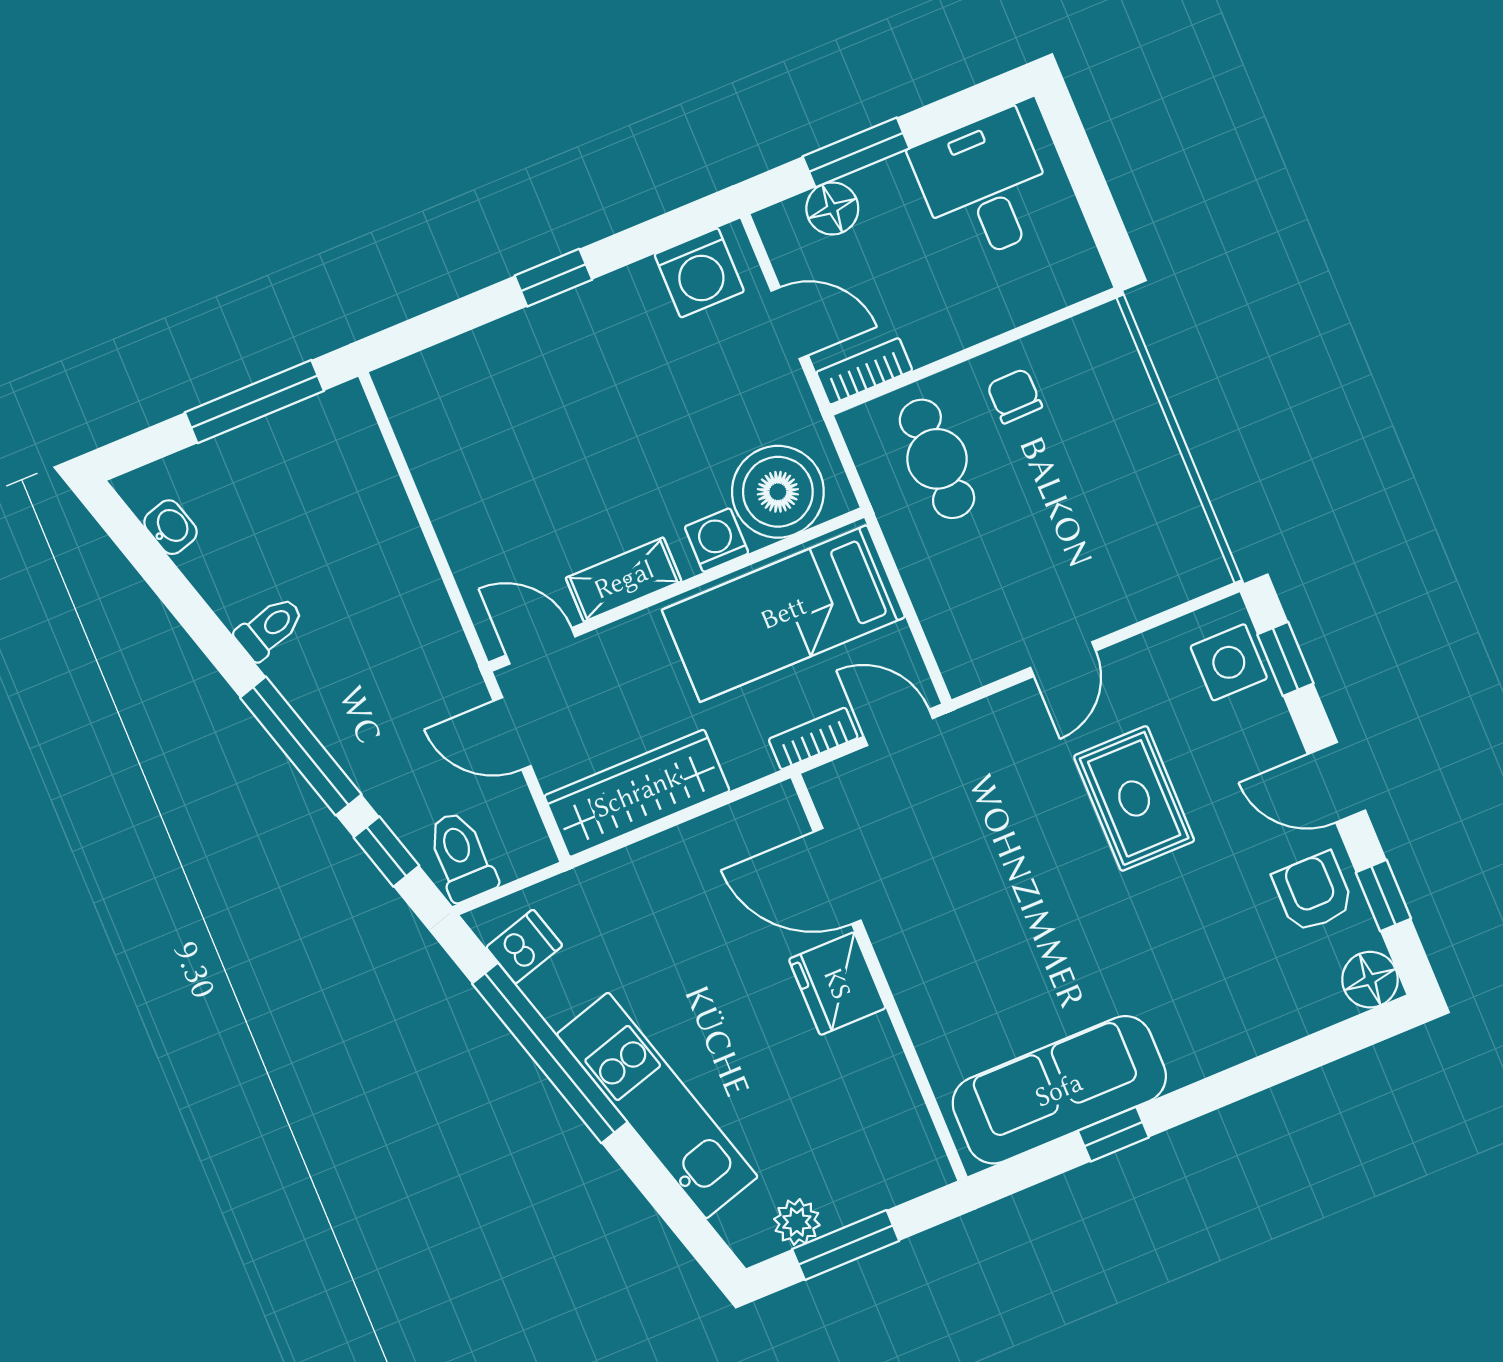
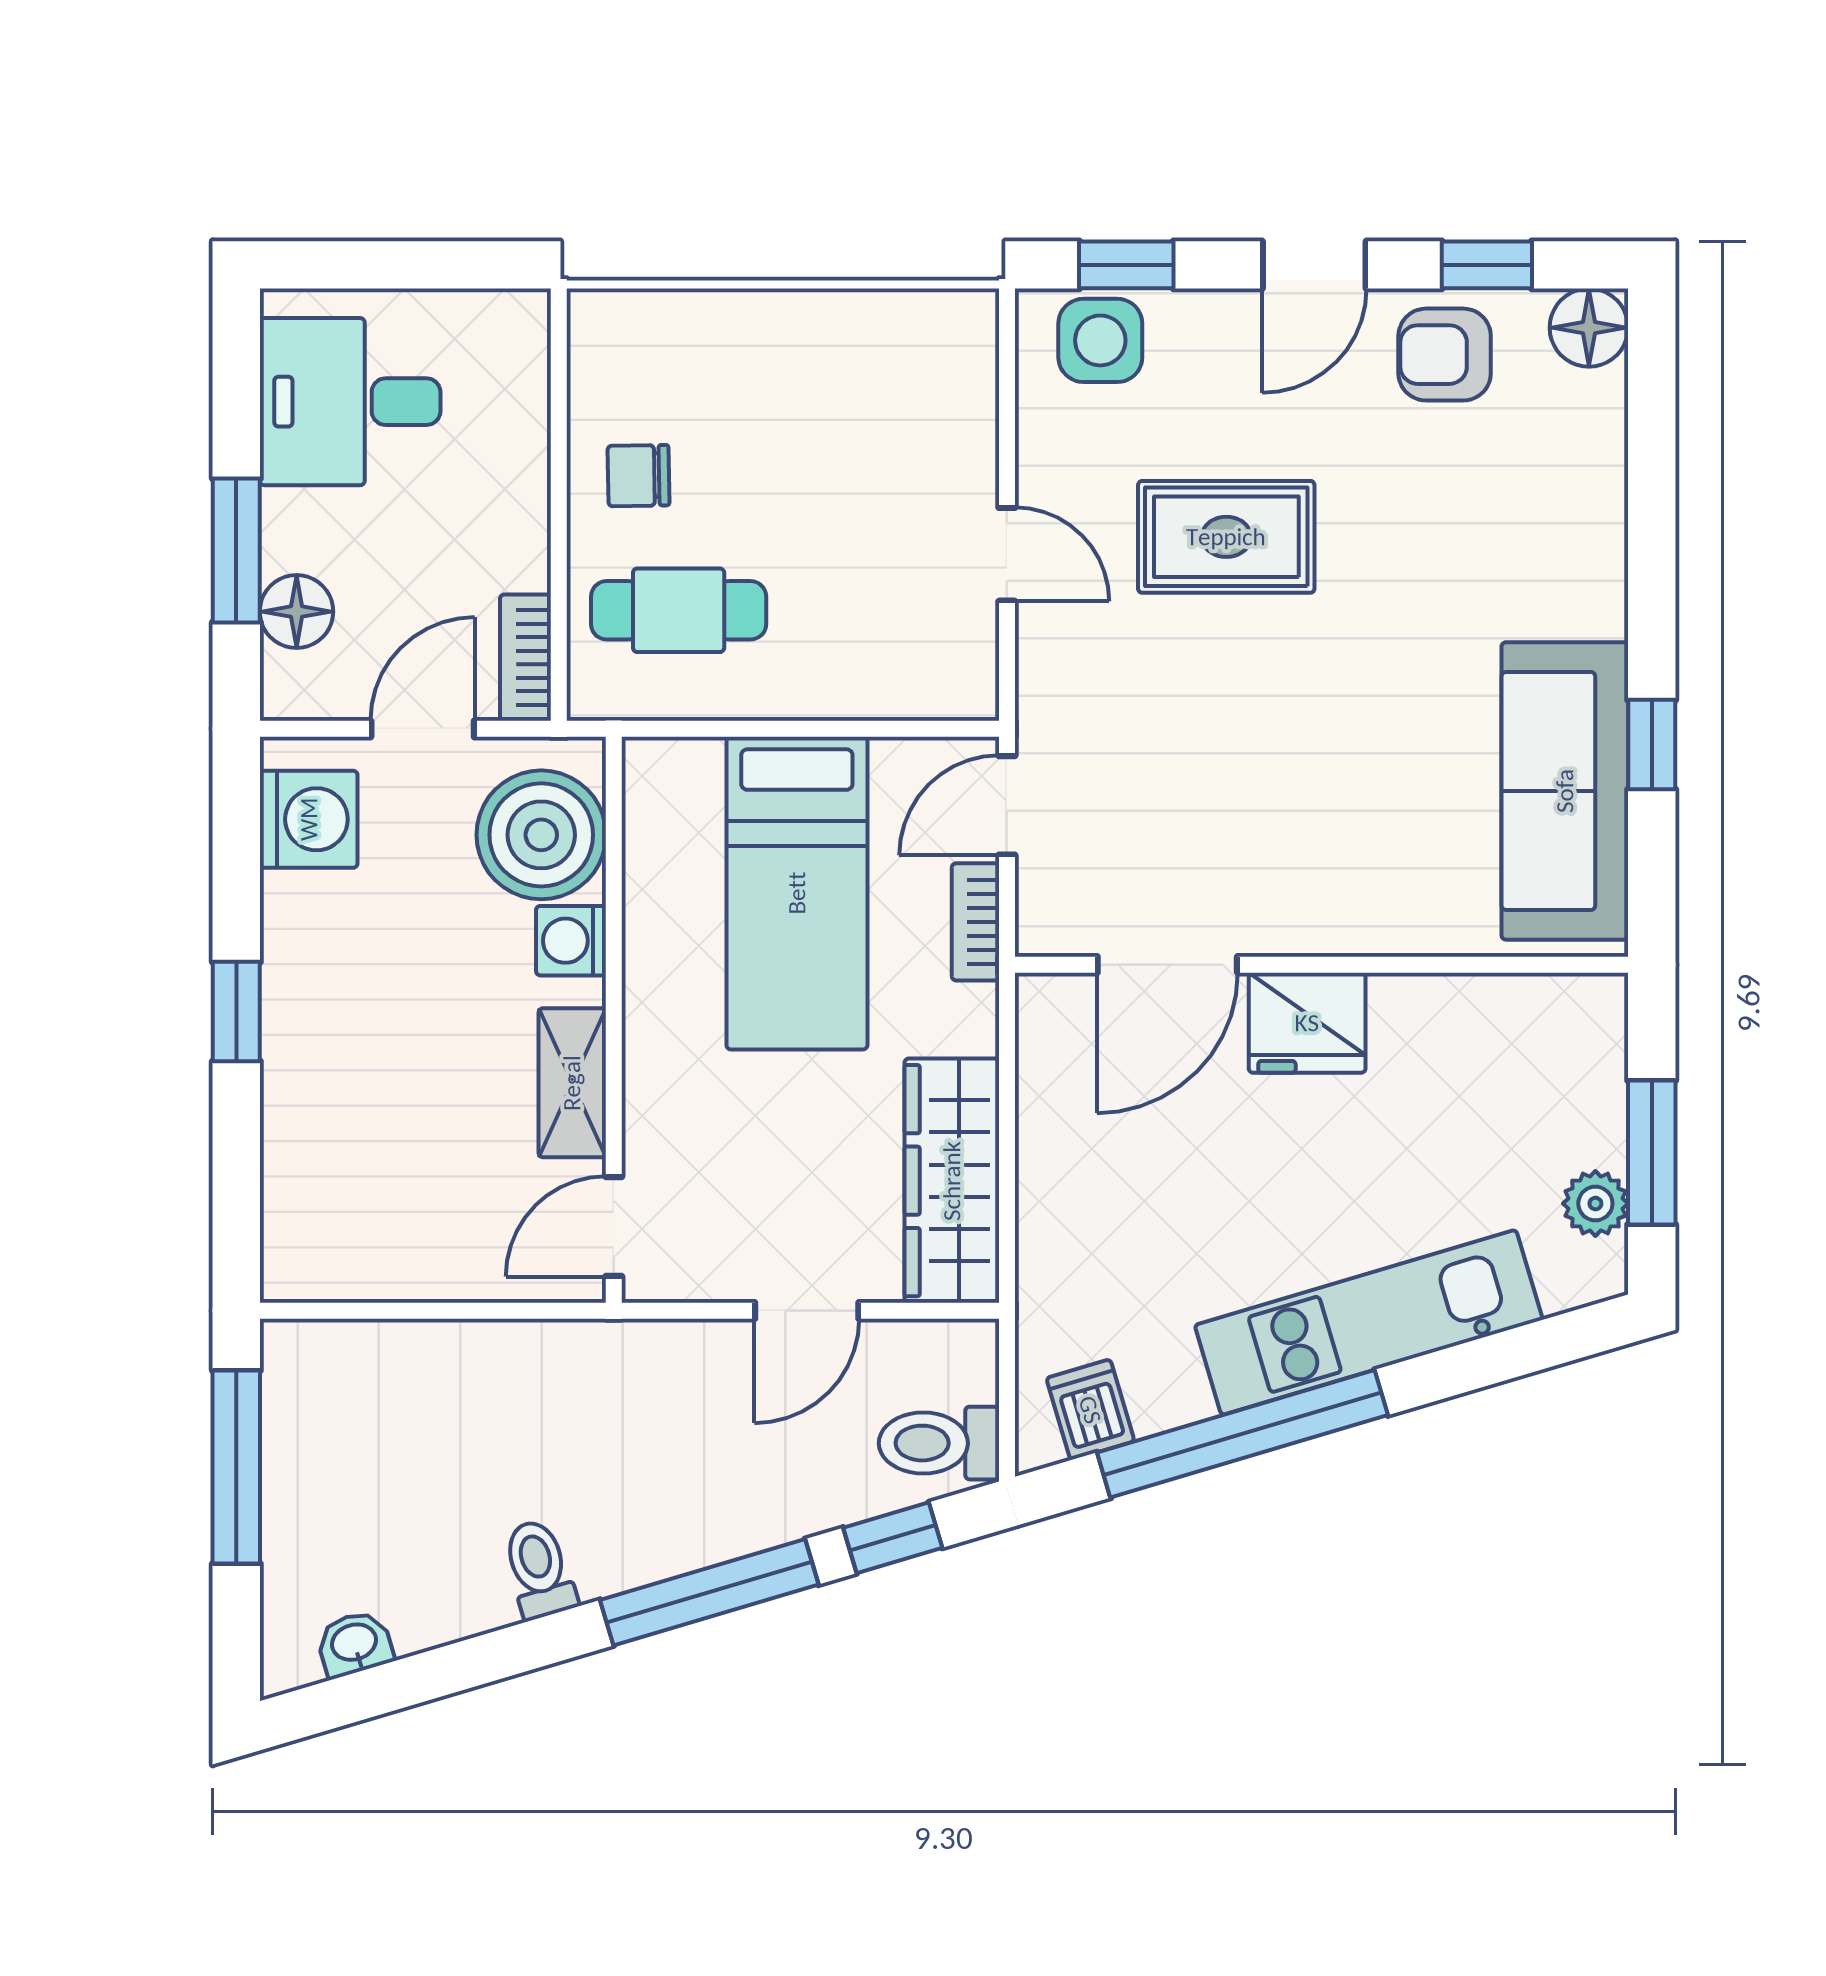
boiler: (778, 492) -> (541, 835), moved
washing machine: (717, 540) -> (571, 941), moved
shelving: (624, 580) -> (572, 1083), moved
wall: (676, 590) -> (614, 1020), moved
door: (541, 646) -> (614, 1226), moved

